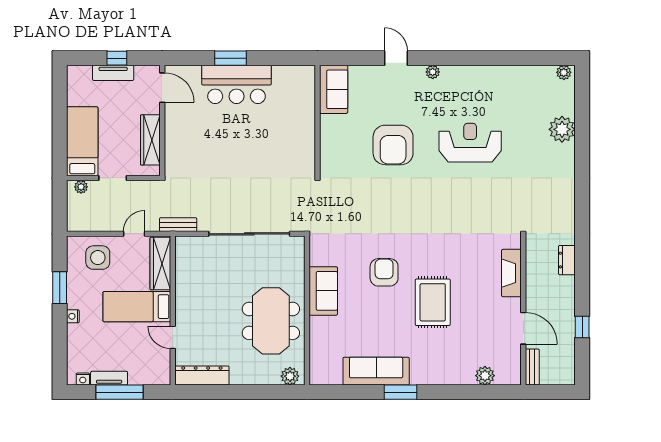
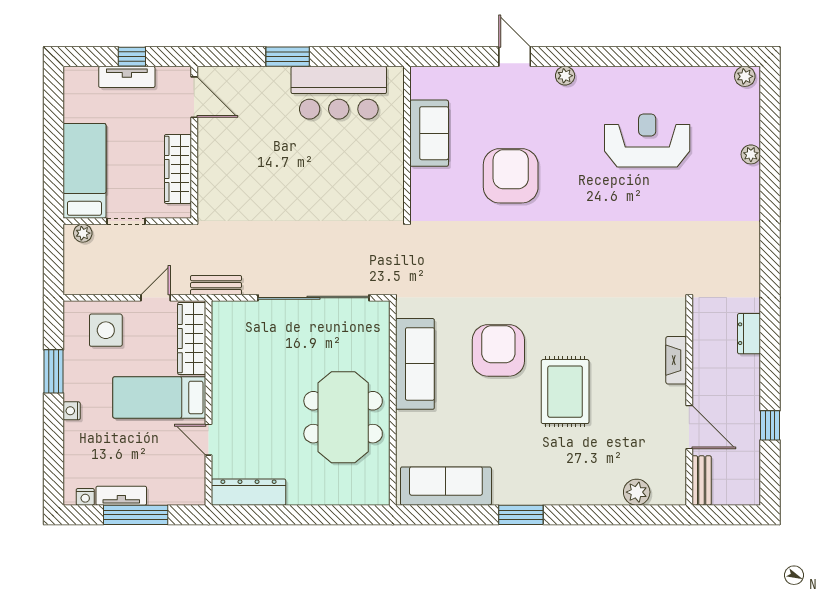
bar counter: (237, 84) -> (339, 93), moved
sofa: (334, 89) -> (429, 133), moved
plant: (562, 129) -> (751, 154), width x0.53, depth x0.53
reception desk: (470, 143) -> (647, 140), moved
armchair: (393, 145) -> (511, 176), turned 180
armchair: (384, 272) -> (498, 350), width x1.36, depth x1.36
fireplace: (511, 273) -> (676, 360), width x0.73, depth x0.76
sofa: (323, 291) -> (415, 364), width x1.36
sofa: (376, 371) -> (446, 486), moved
plant: (290, 376) -> (369, 493), removed

